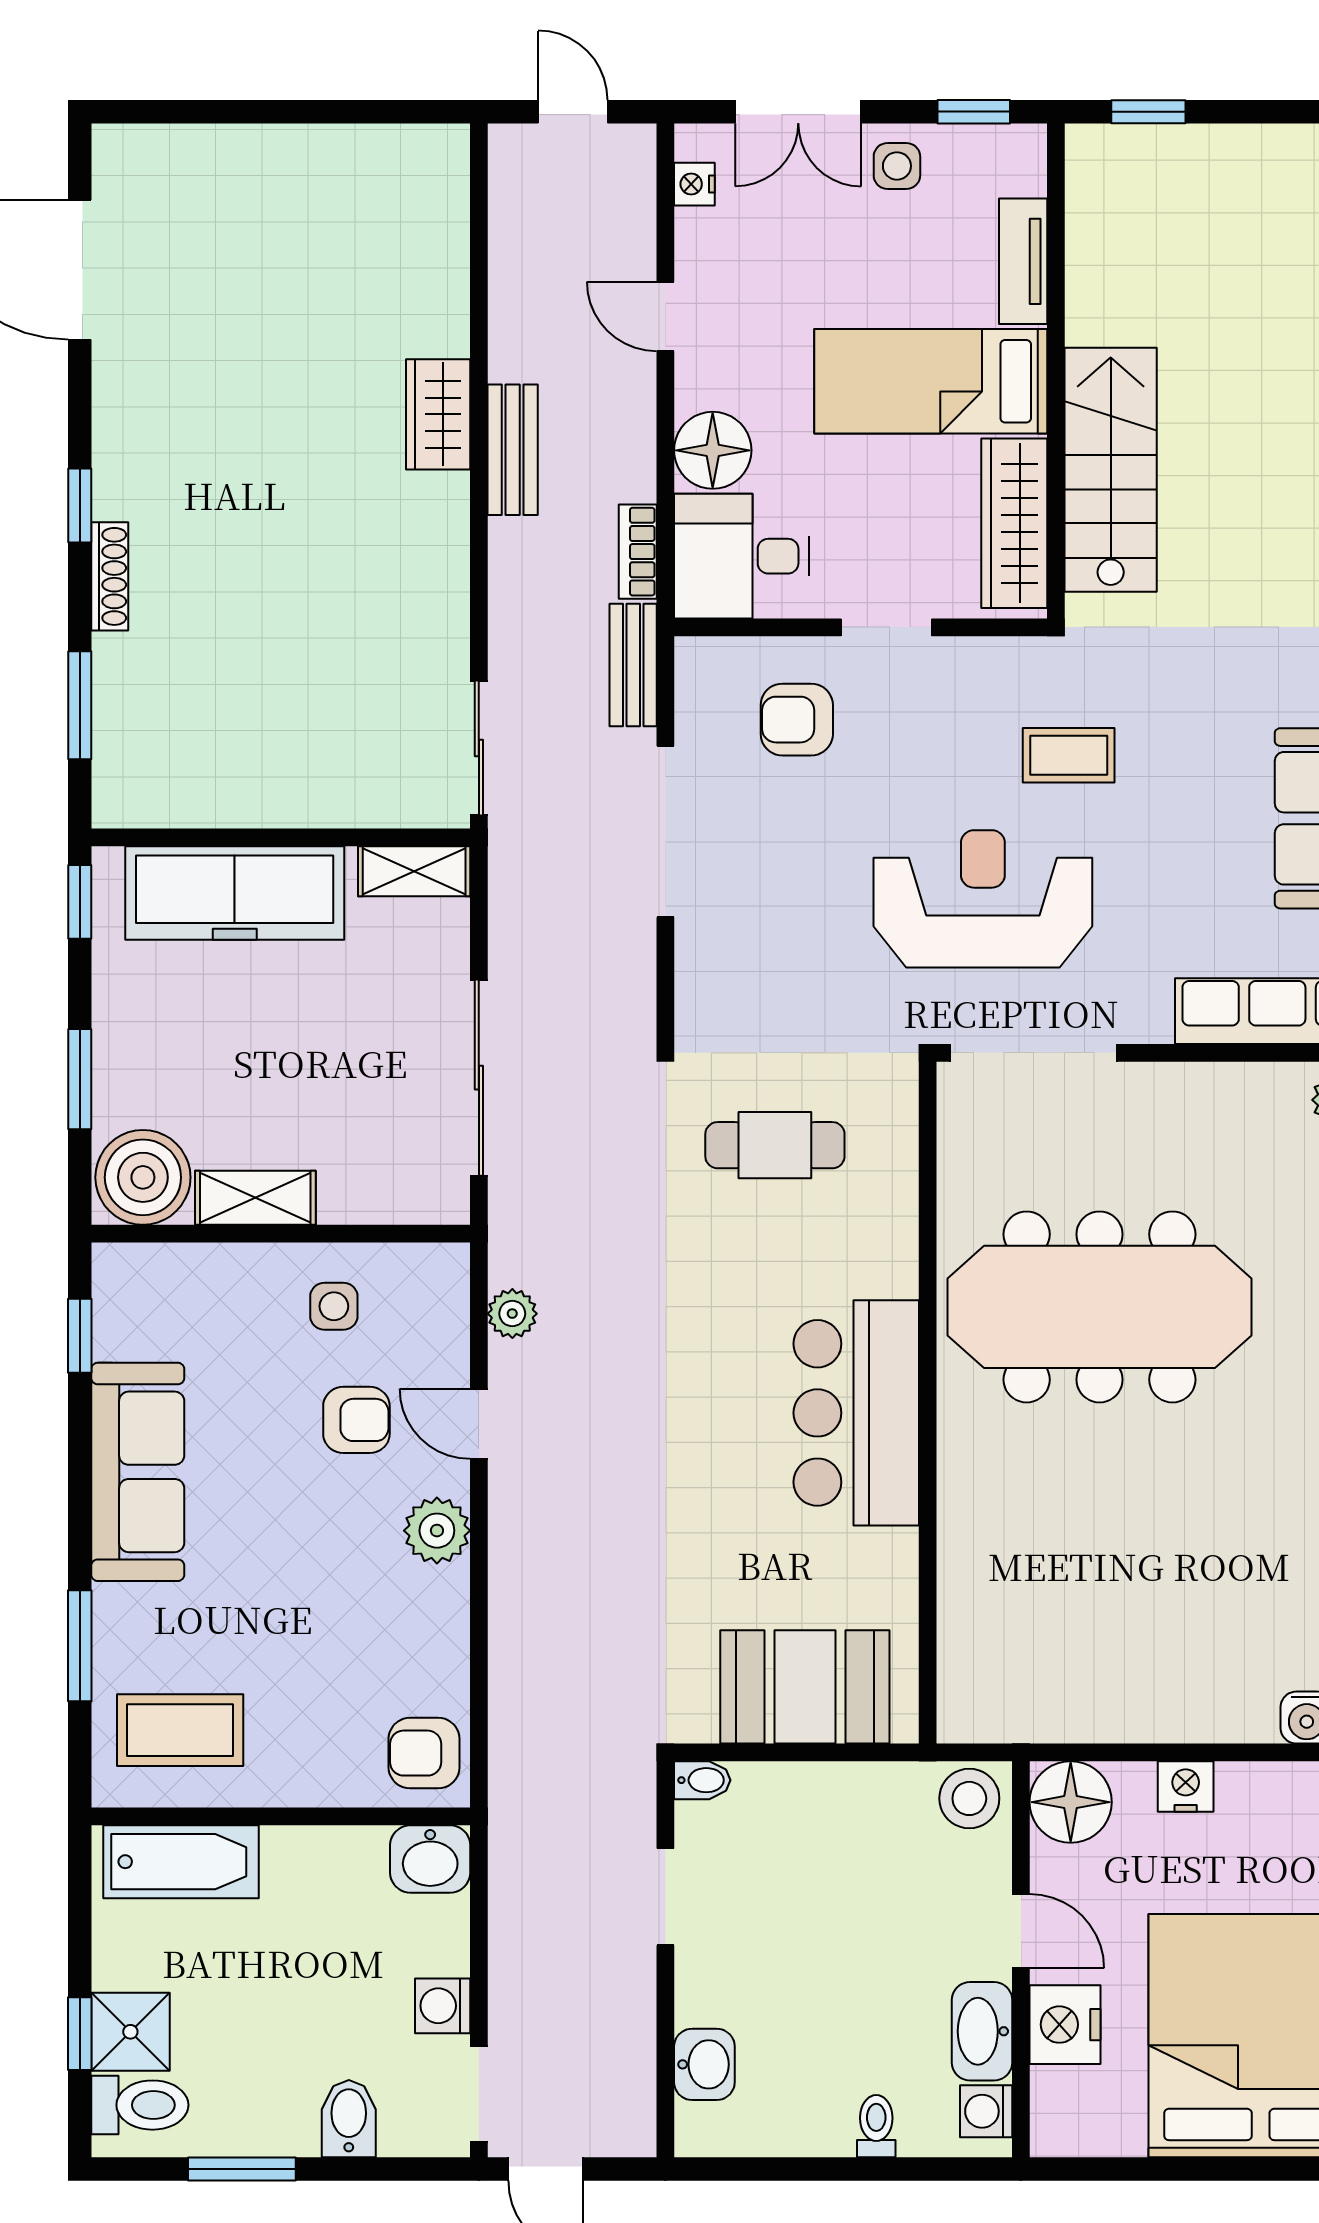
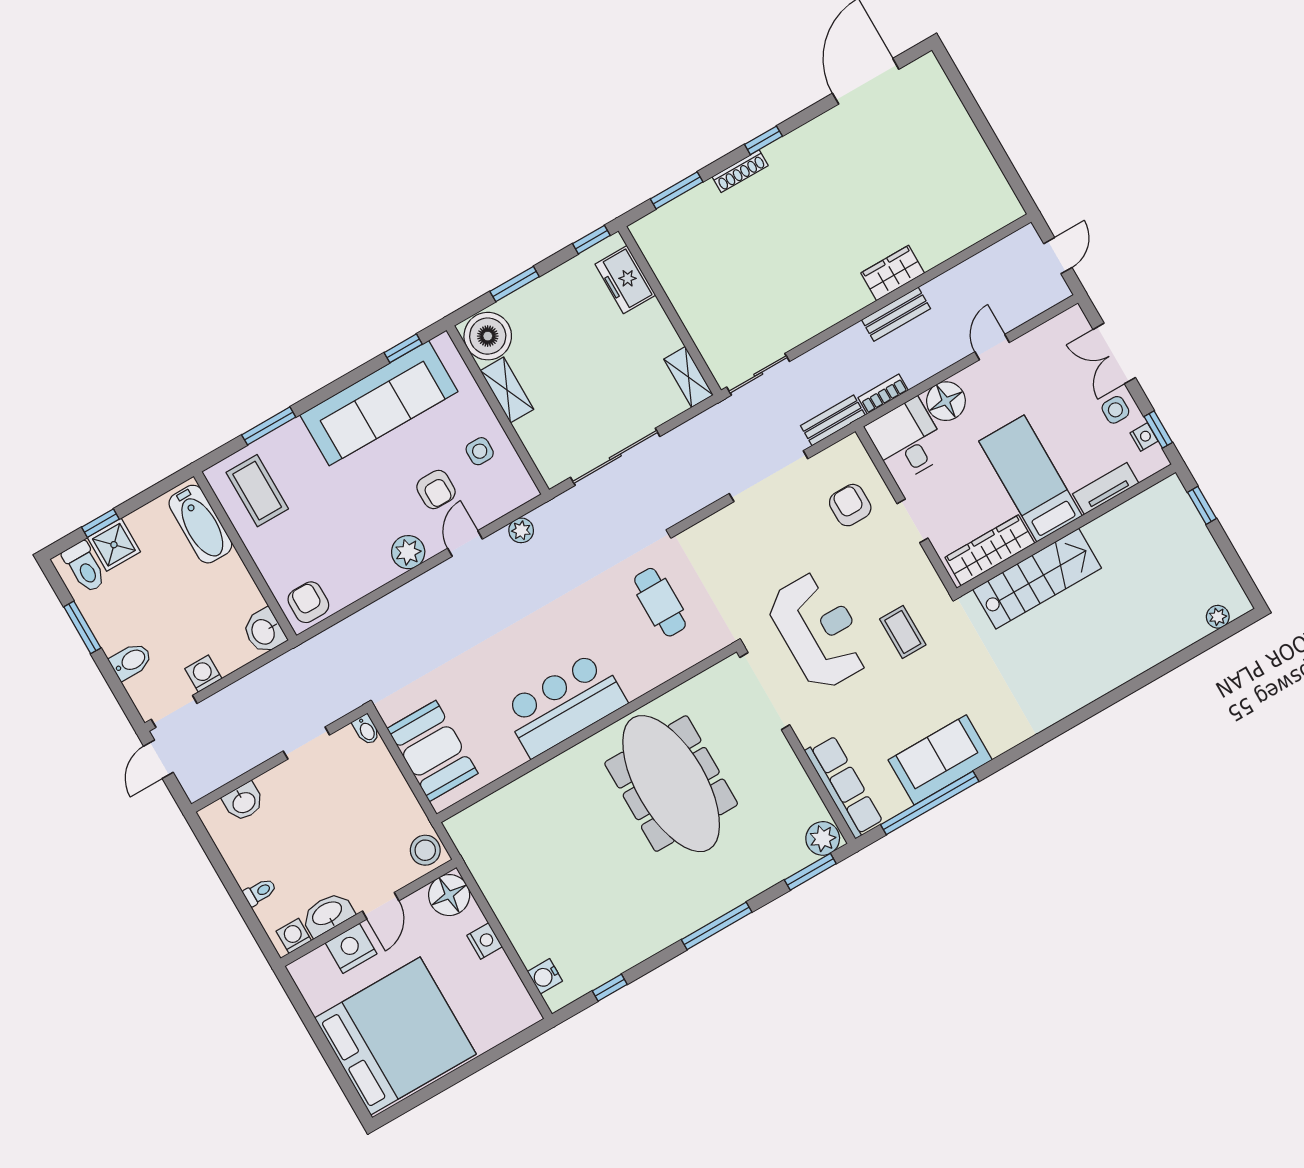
nightstand: (694, 184) -> (1144, 437), moved, turned 90
freezer: (235, 893) -> (625, 280), width x0.52, depth x0.79
sofa: (138, 1472) -> (379, 403), width x1.36, depth x1.27

